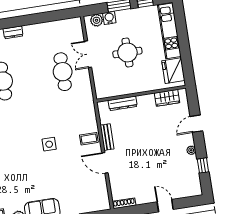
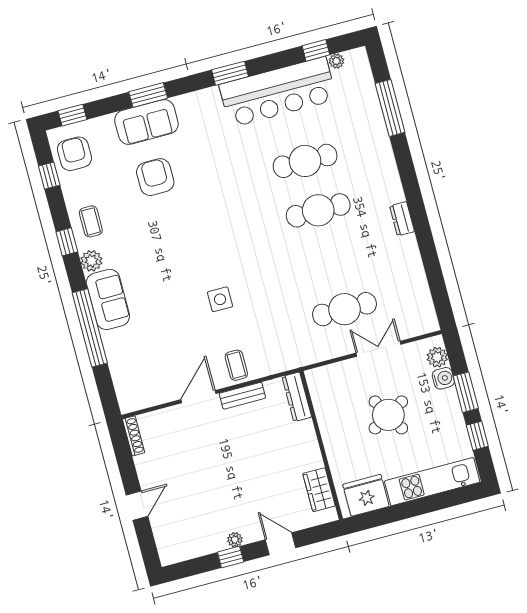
round table: (127, 52) -> (388, 415), turned -30
dresser: (123, 103) -> (297, 397), moved
window: (203, 165) -> (231, 557), moved

